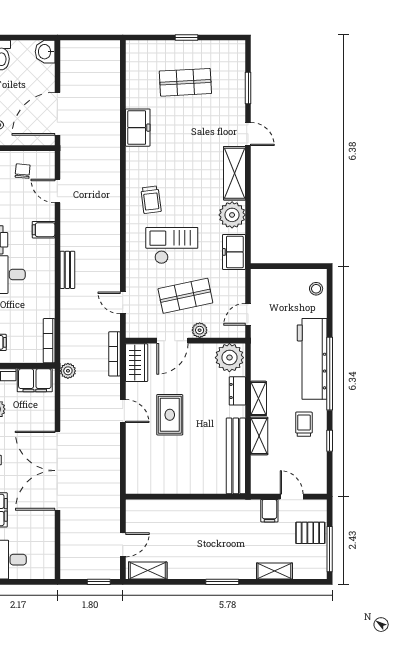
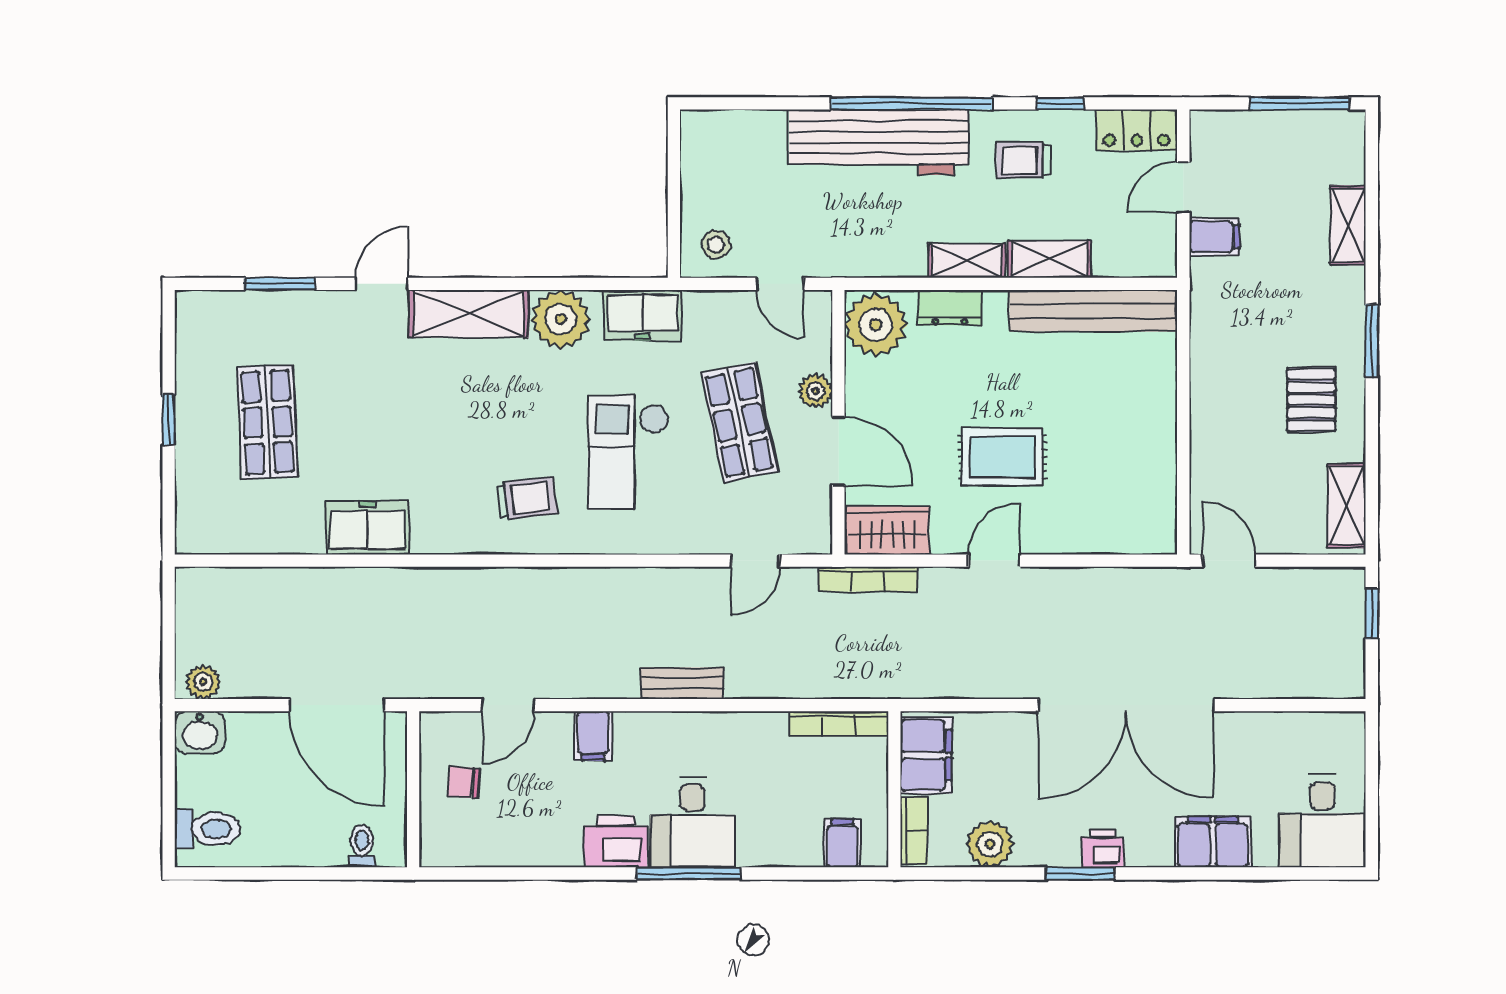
stool: (316, 289) -> (716, 245), moved
plant: (68, 371) -> (203, 682), moved
locker: (318, 475) -> (1137, 130), added
pallet: (310, 533) -> (1311, 400), moved
door: (123, 545) -> (1229, 561), moved

